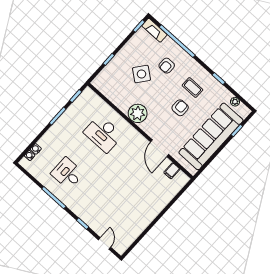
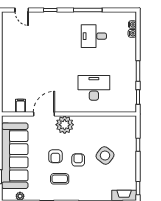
armchair: (167, 66) -> (78, 160), moved
plant: (138, 113) -> (65, 125), moved
door: (160, 148) -> (44, 114), hinge flipped
desk: (67, 173) -> (94, 36), turned 180

